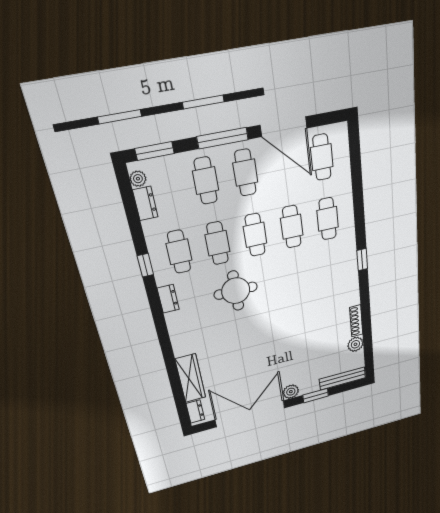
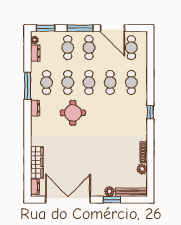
window: (145, 265) -> (28, 86), width x2.17
plant: (291, 392) -> (110, 191), moved

